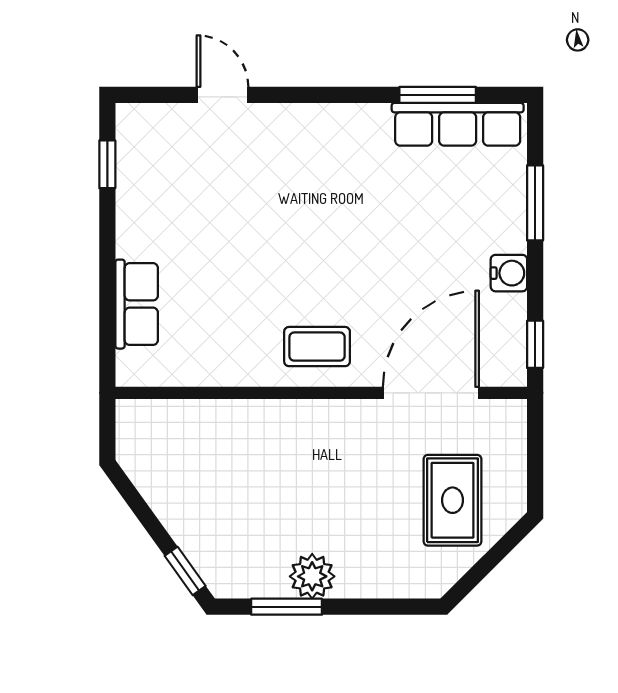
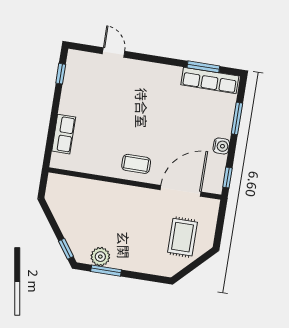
plant: (312, 576) -> (100, 257), moved

